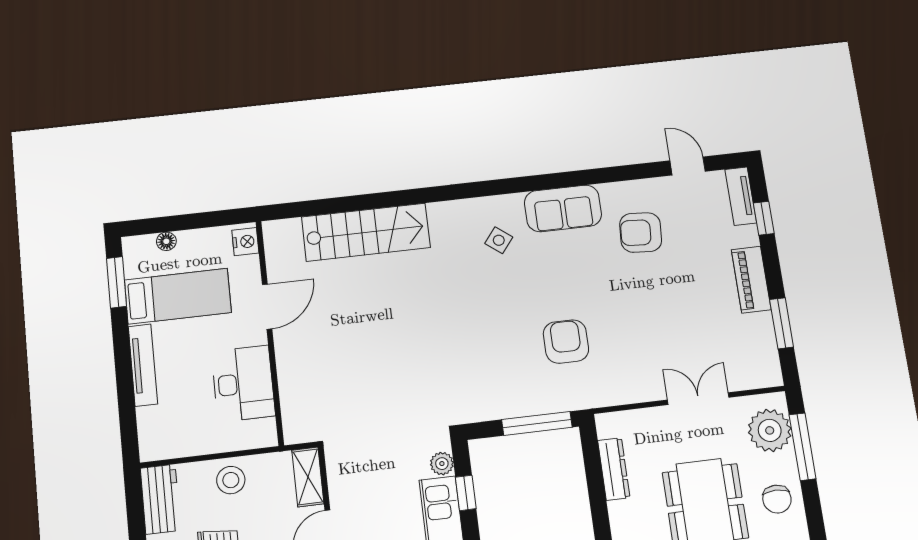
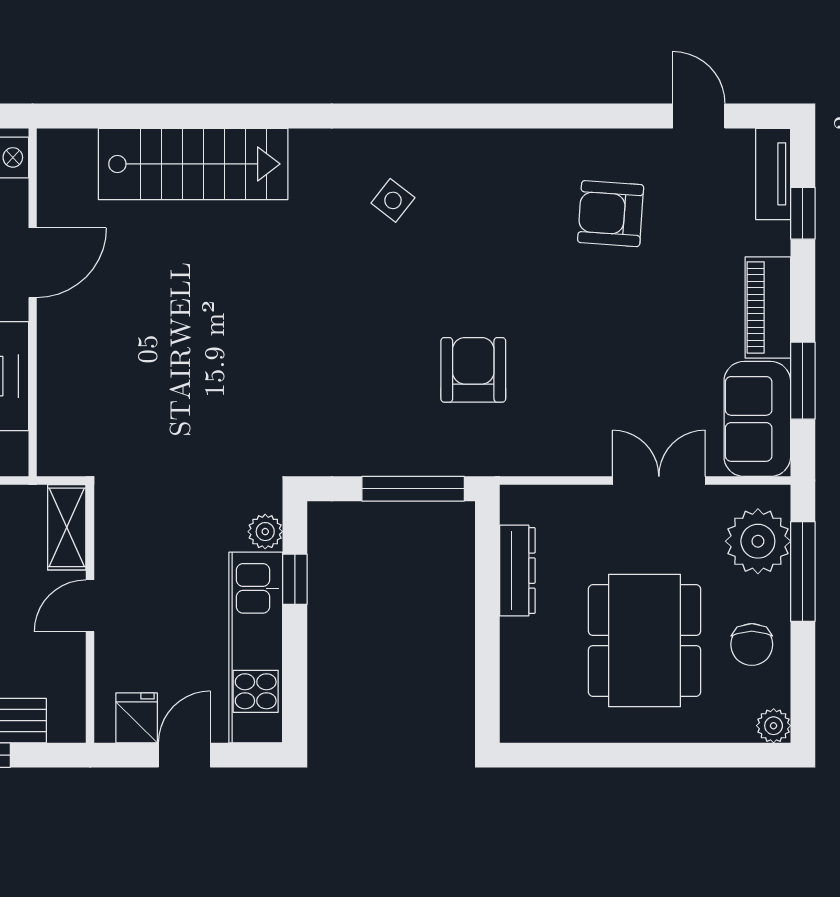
sofa: (563, 208) -> (757, 419), moved, turned 90

